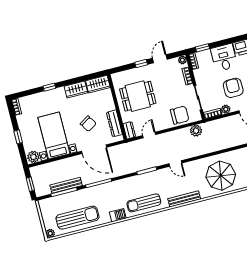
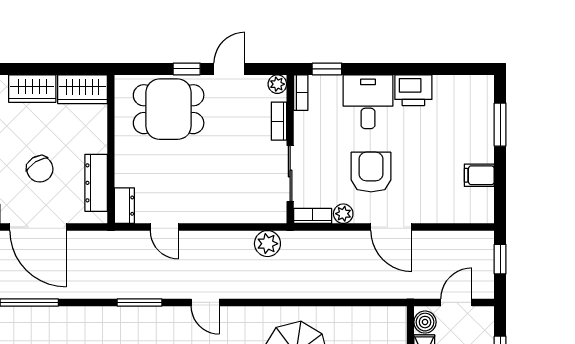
dining table: (138, 96) -> (169, 109), moved
chair: (180, 115) -> (241, 201), removed
door: (149, 135) -> (164, 227), swing flipped

